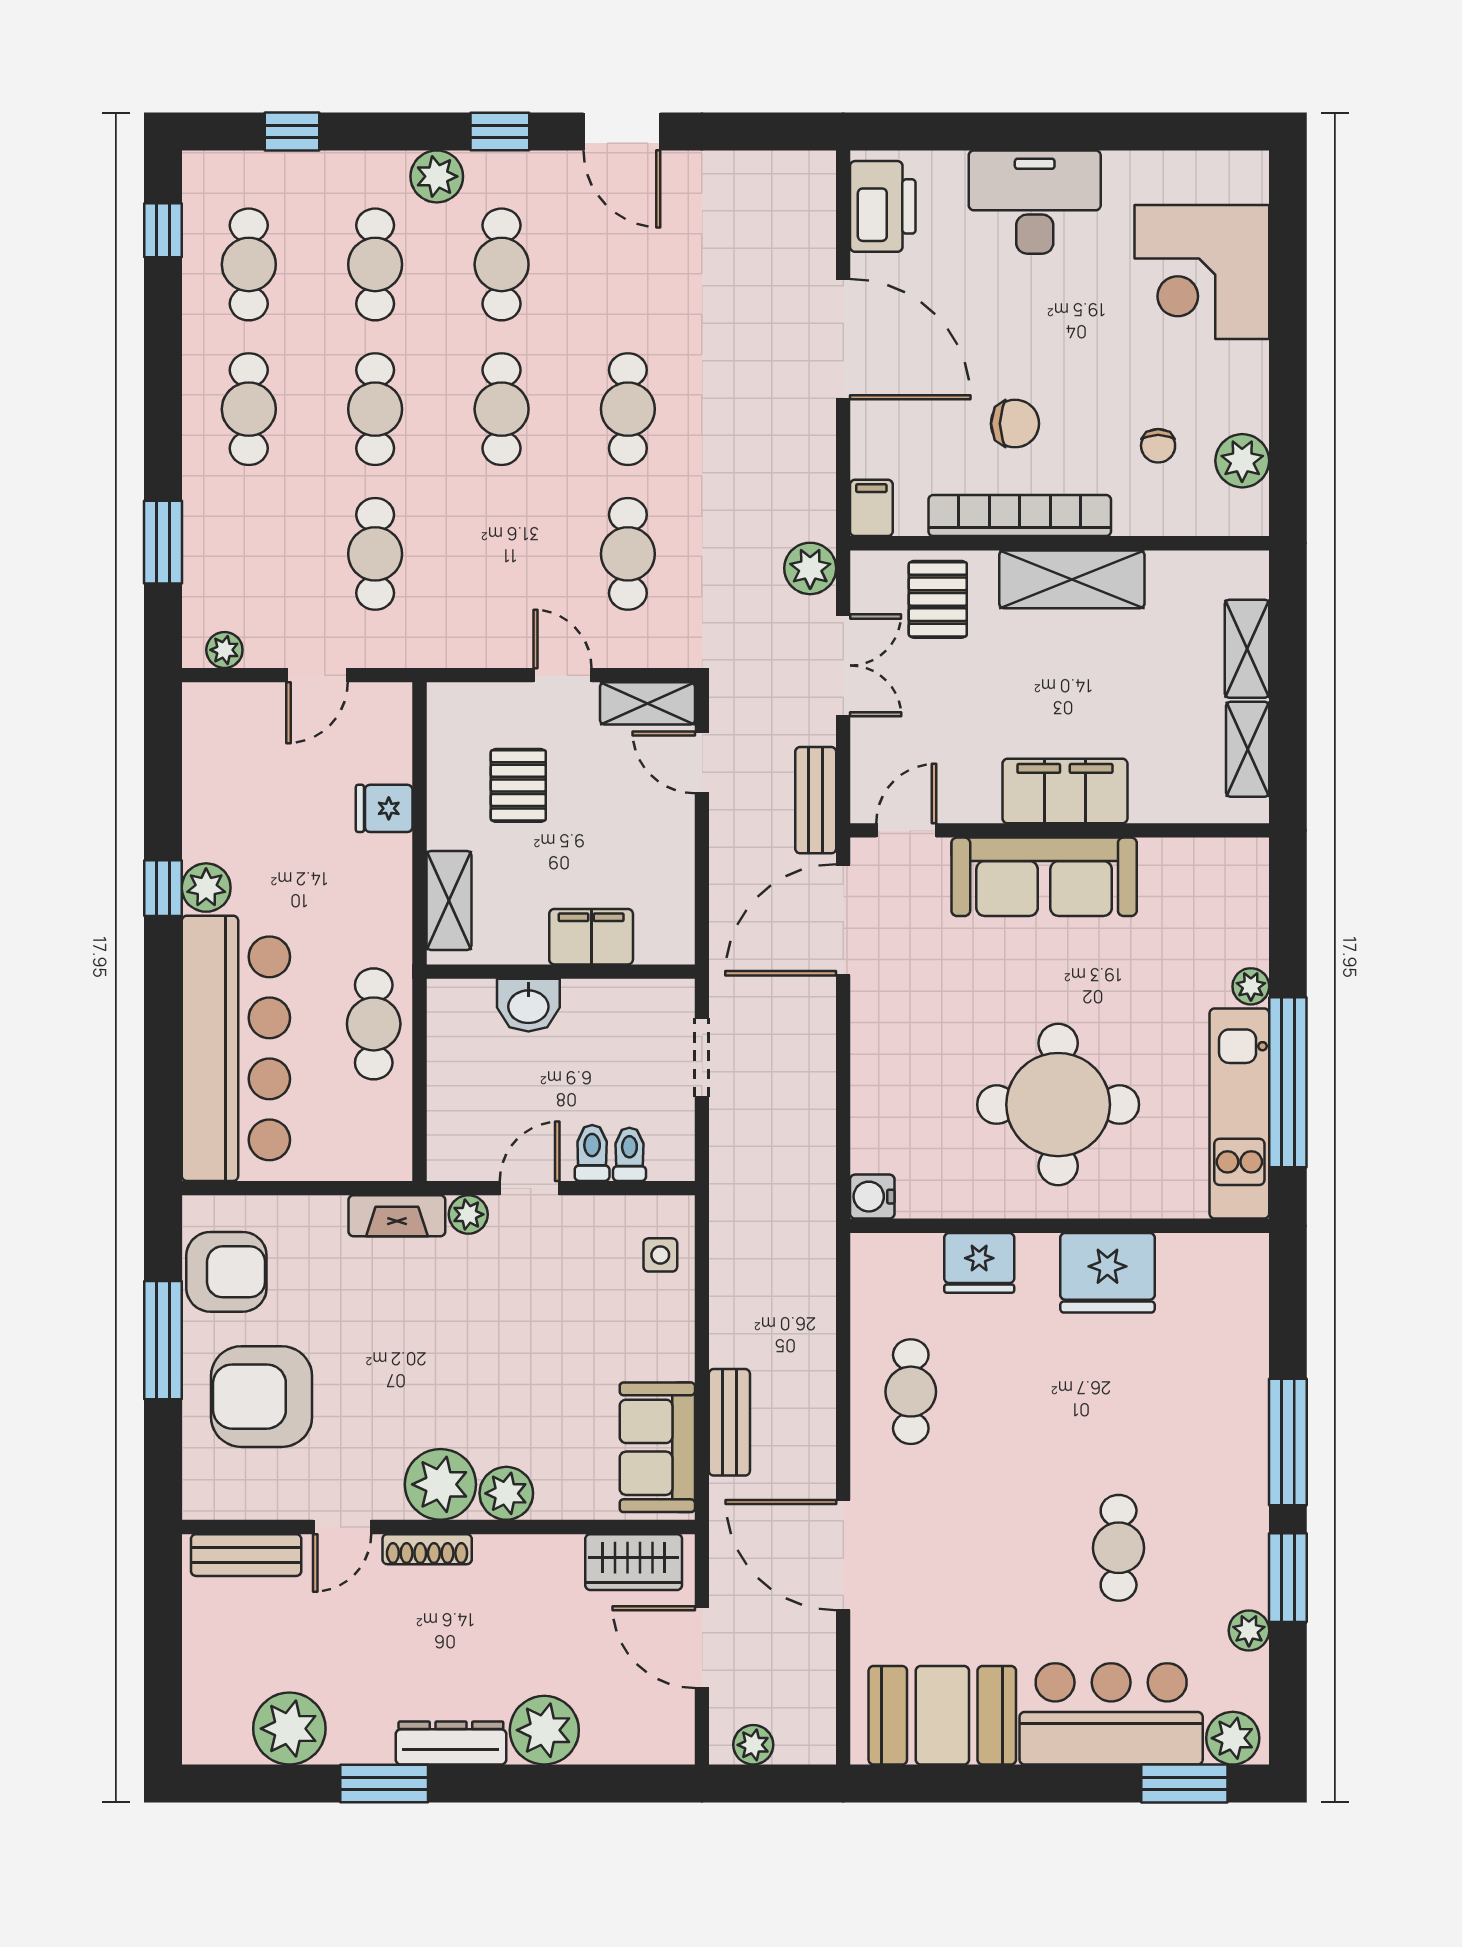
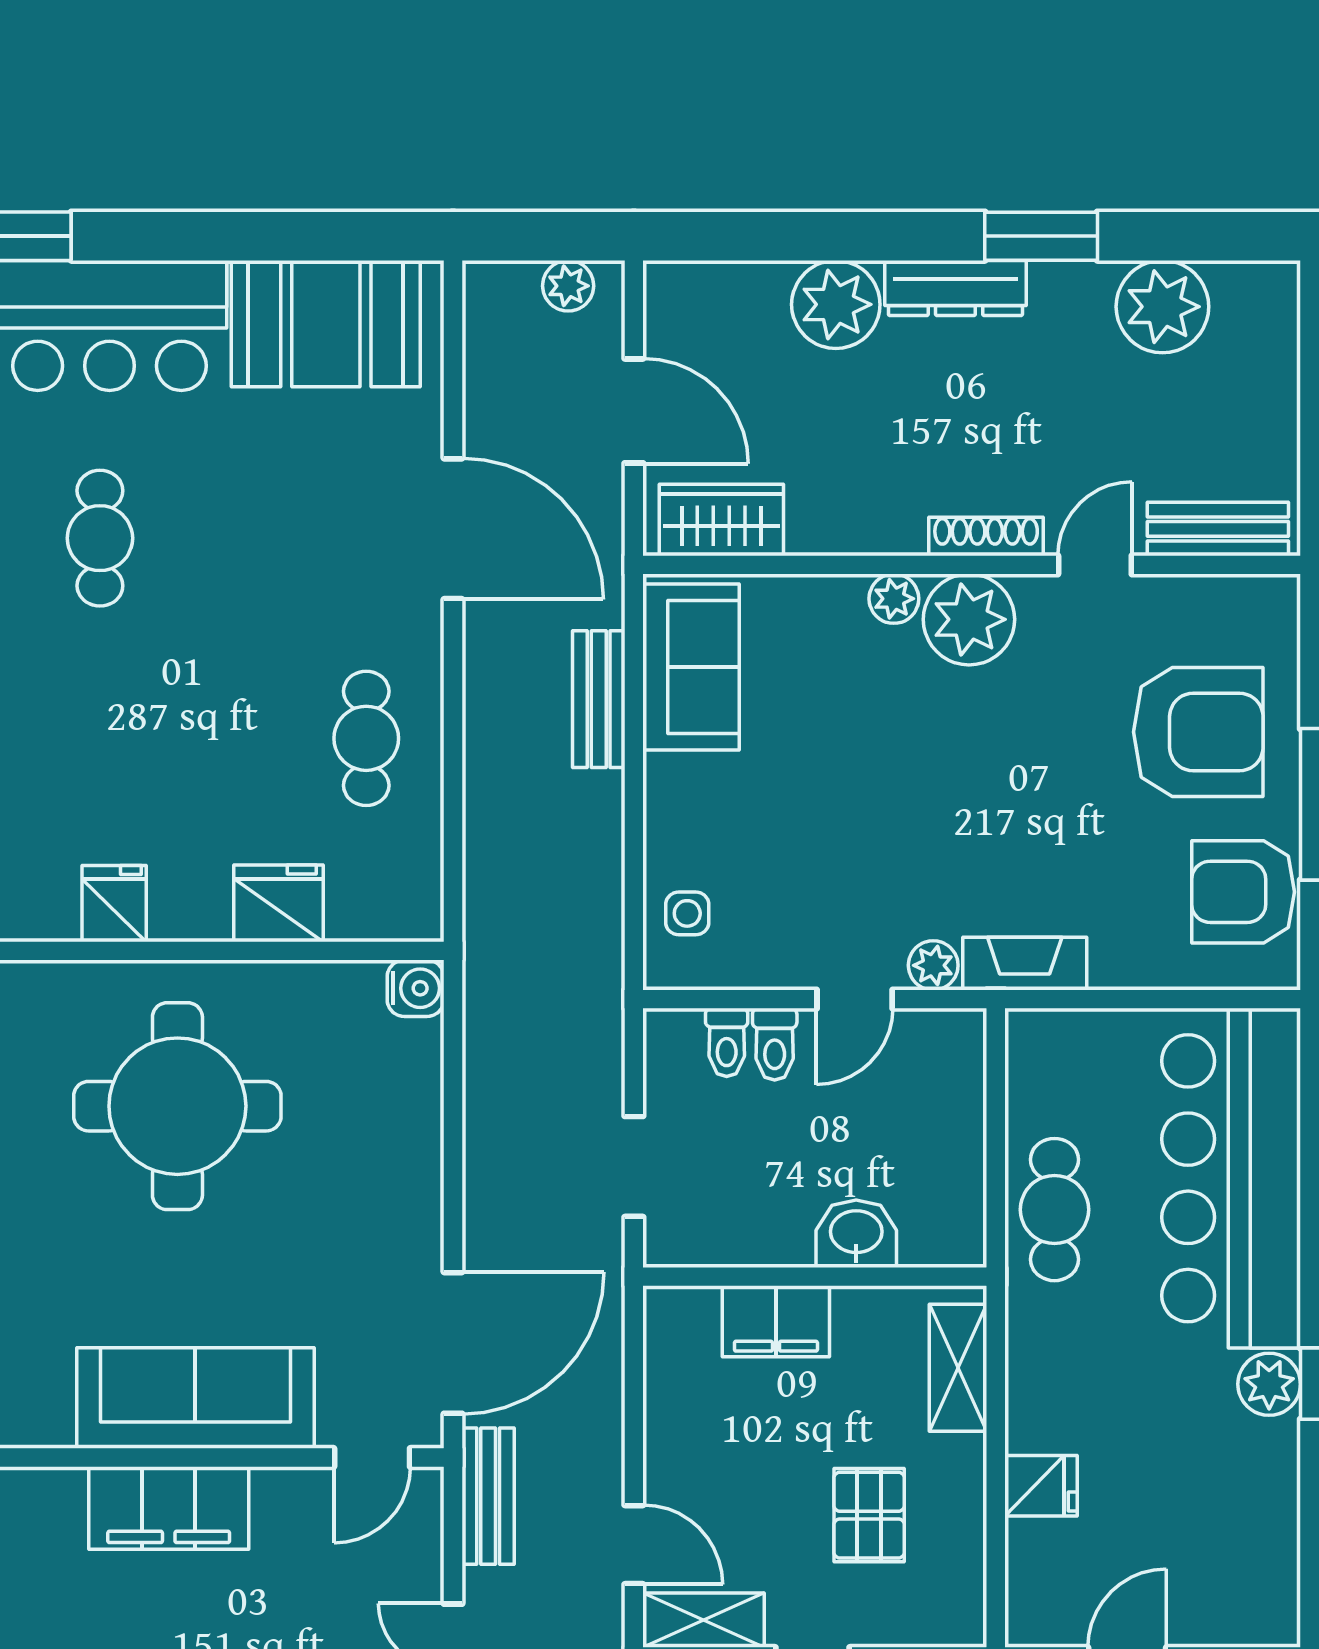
fridge: (1107, 1273) -> (114, 904), width x0.53, depth x0.75
plant: (506, 1493) -> (894, 599), width x0.73, depth x0.73

